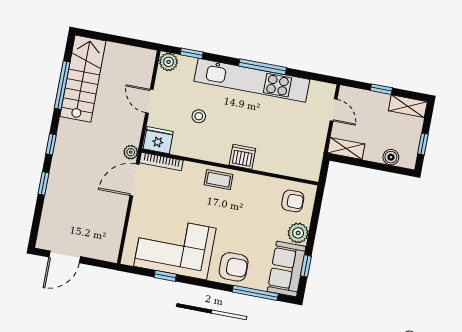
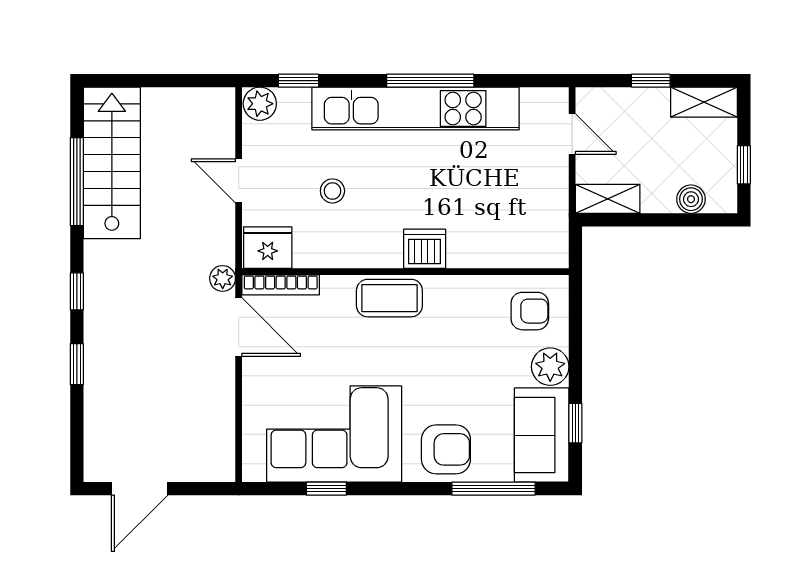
door: (134, 180) -> (239, 327), swing flipped
coffee table: (219, 180) -> (389, 298), width x1.36, depth x1.30

